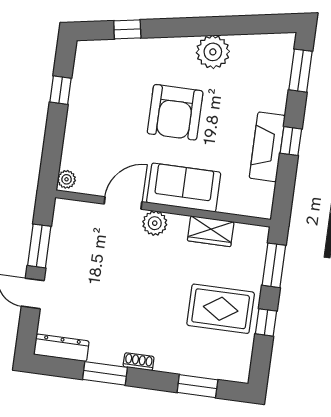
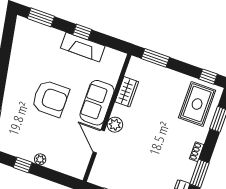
plant: (213, 52) -> (19, 68), removed
plant: (67, 179) -> (40, 159), moved
rug: (221, 309) -> (197, 104), moved
window: (266, 322) -> (208, 77), moved

